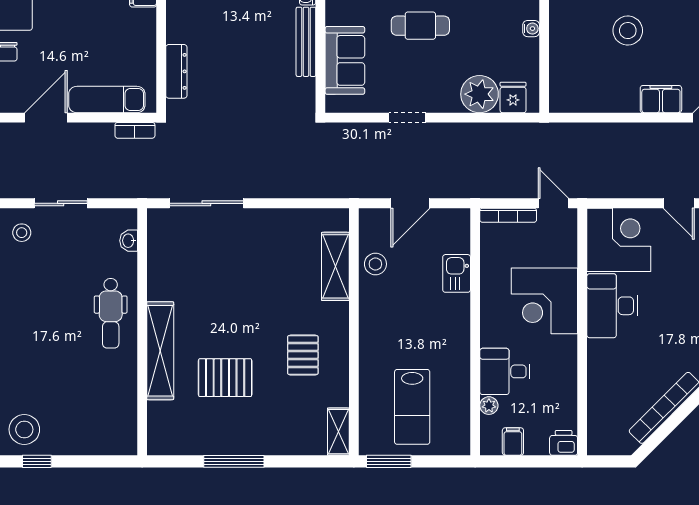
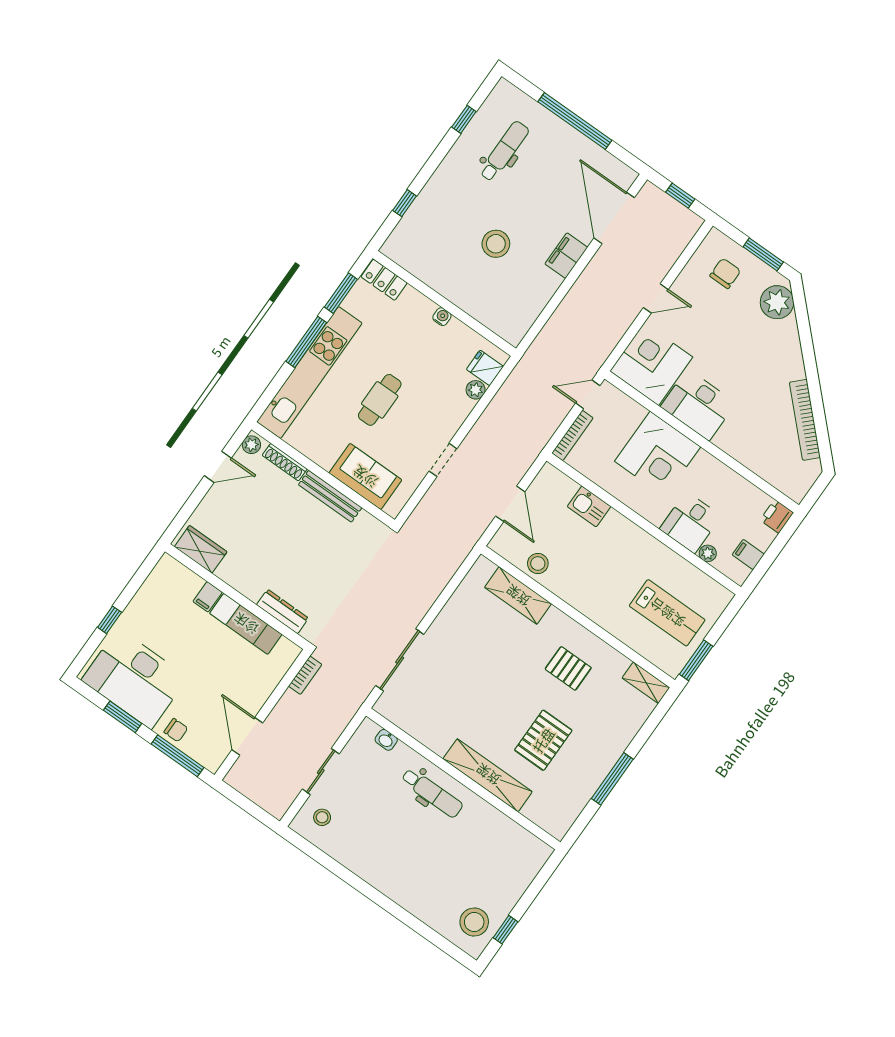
plant: (480, 94) -> (476, 390), width x0.53, depth x0.53
exam couch: (107, 100) -> (246, 624), moved, turned -90

